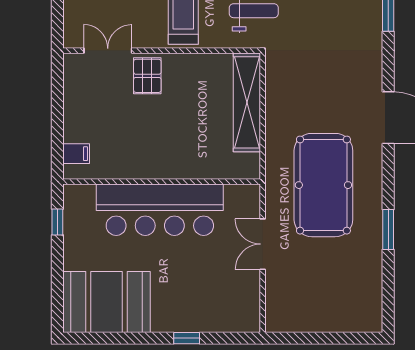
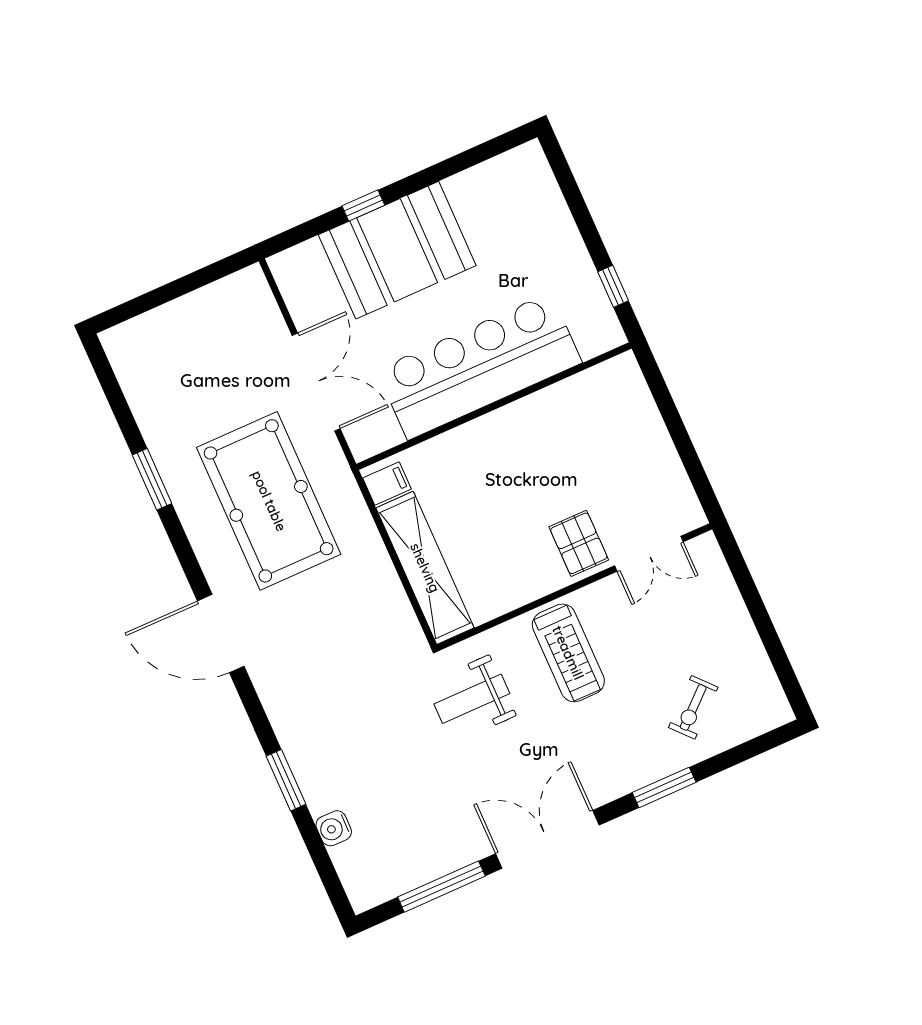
filing cabinet: (76, 154) -> (387, 483), moved, turned 180
double door: (263, 244) -> (316, 382), width x1.37
booth: (107, 302) -> (397, 250), moved

